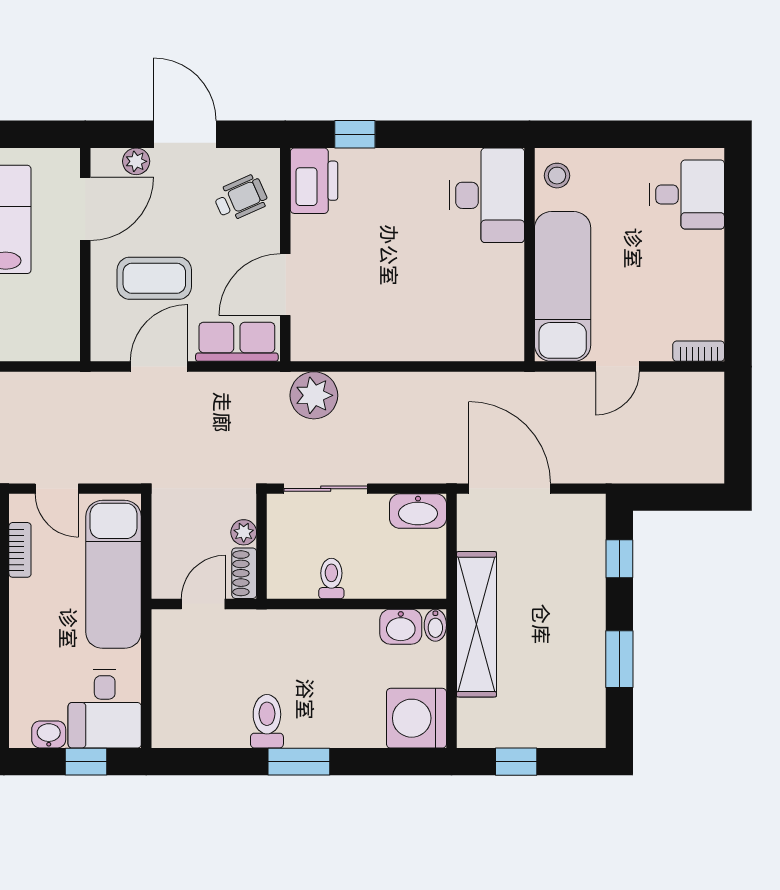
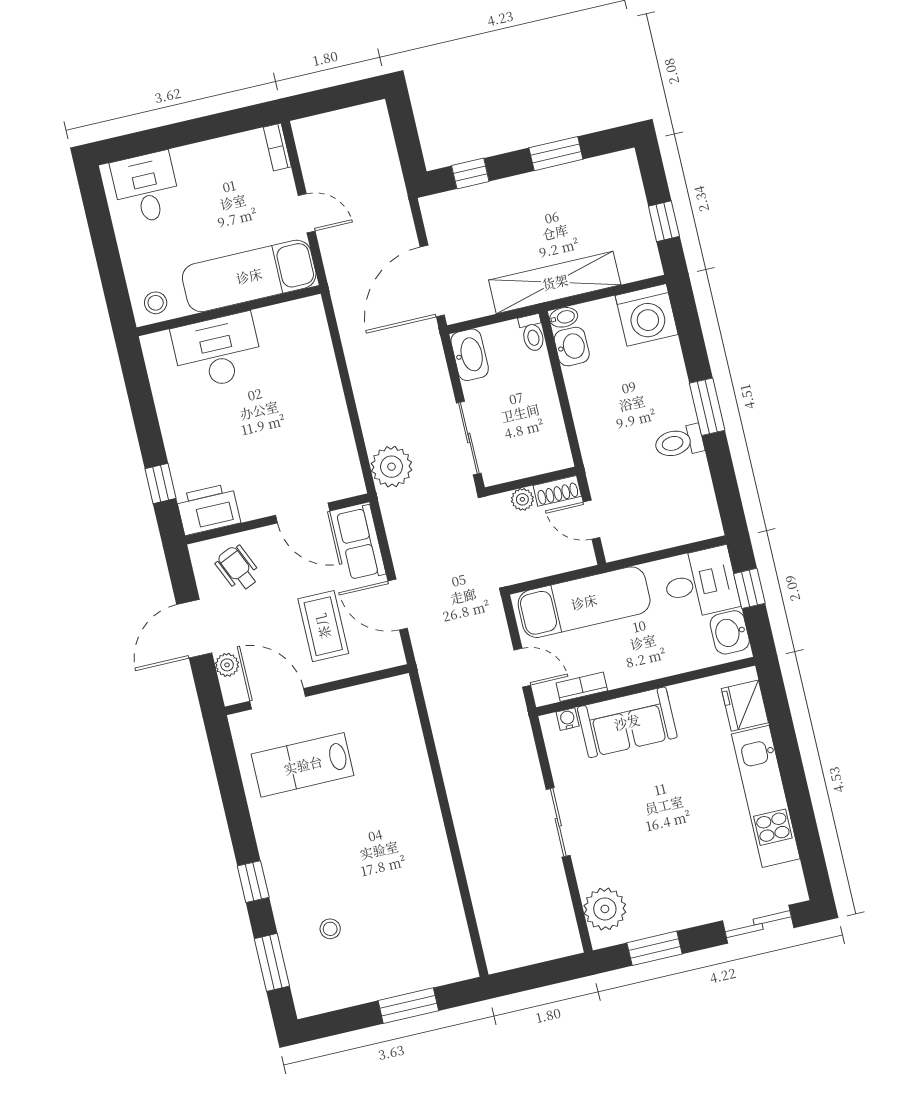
desk: (487, 195) -> (217, 351), moved
door: (57, 489) -> (522, 668), hinge flipped
toilet: (331, 579) -> (532, 333), moved, turned -90
washbasin: (49, 734) -> (730, 632), width x1.38, depth x1.45

